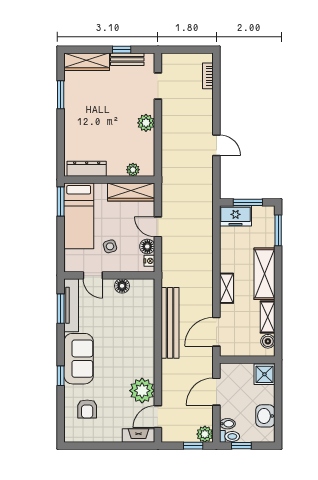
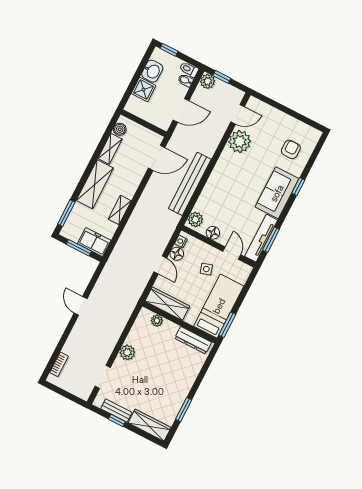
shelving: (227, 288) -> (120, 210), moved
plant: (146, 290) -> (195, 219), added
shower: (264, 374) -> (144, 90), moved
fireplace: (139, 436) -> (261, 107), removed
window: (241, 446) -> (169, 50), moved

